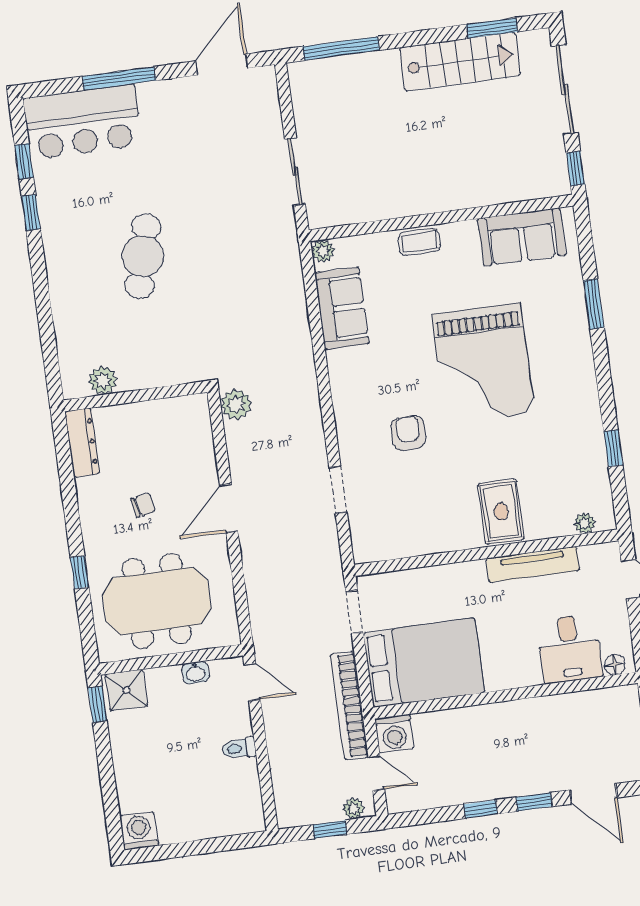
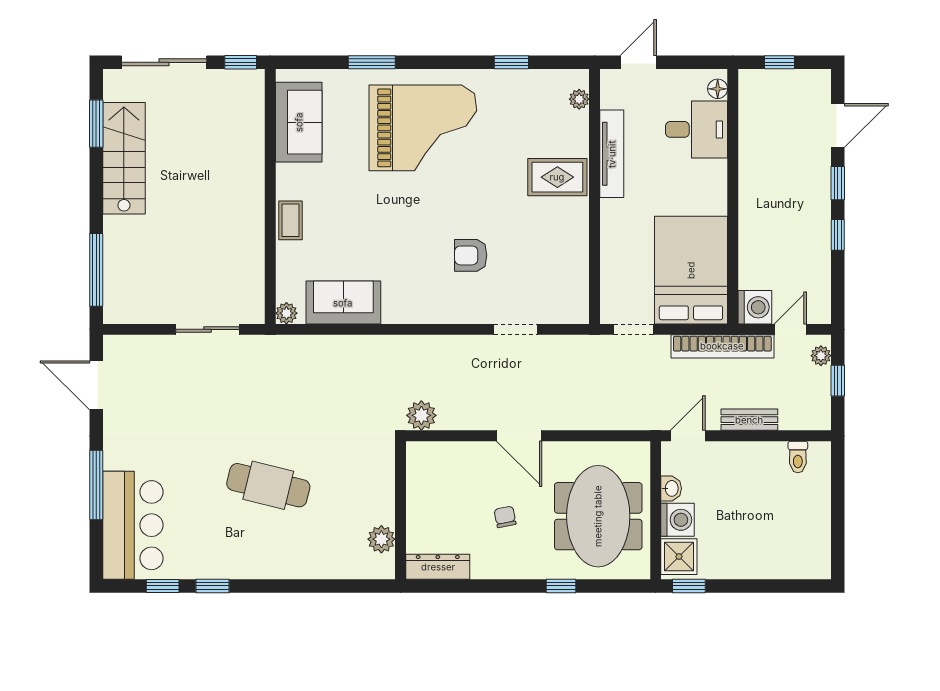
grand piano: (483, 364) -> (423, 128), moved
bench: (278, 744) -> (749, 420), added
toilet: (239, 748) -> (798, 457), moved
washing machine: (139, 831) -> (678, 520), moved, turned 180

